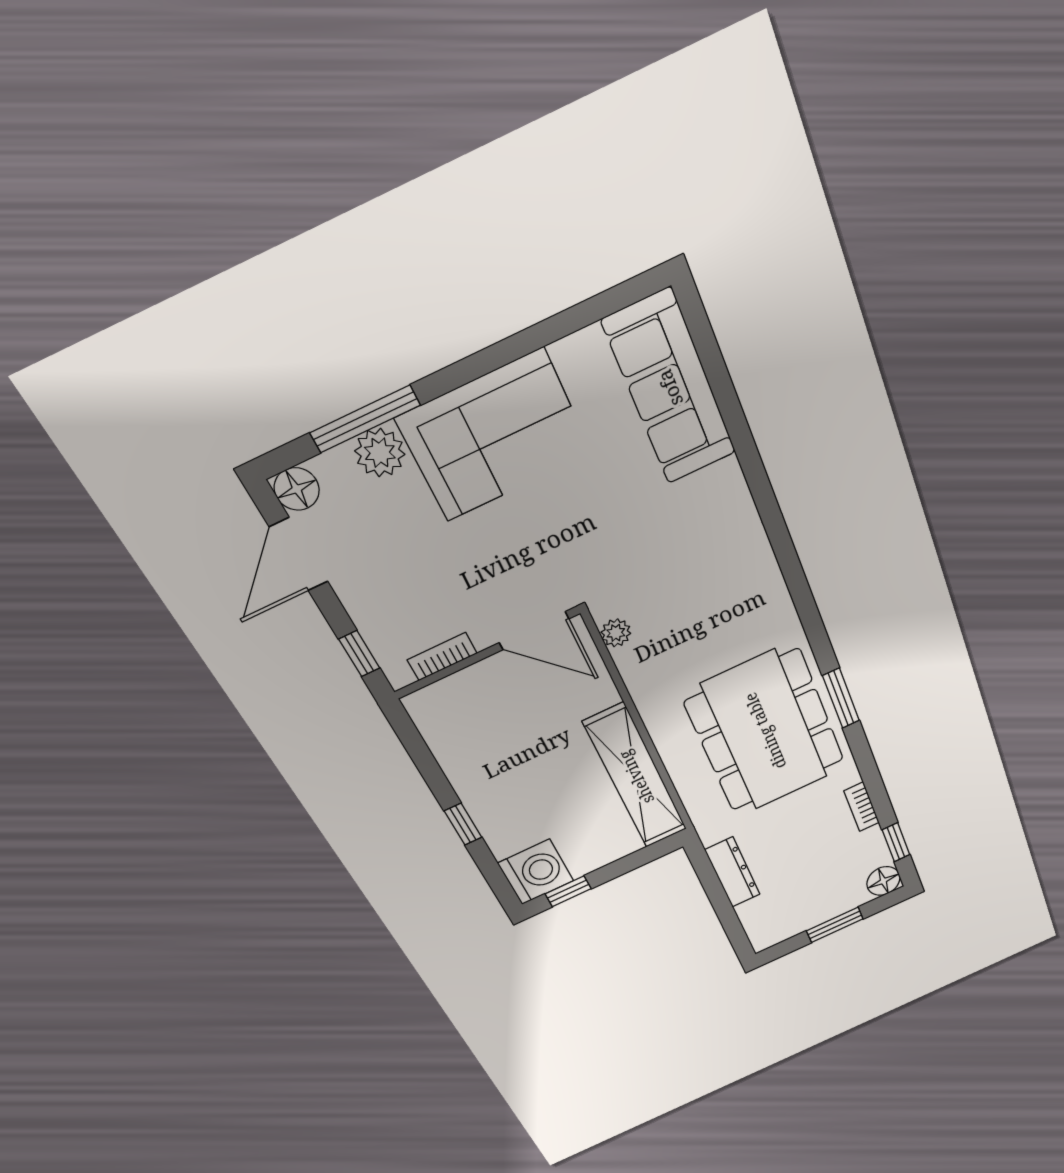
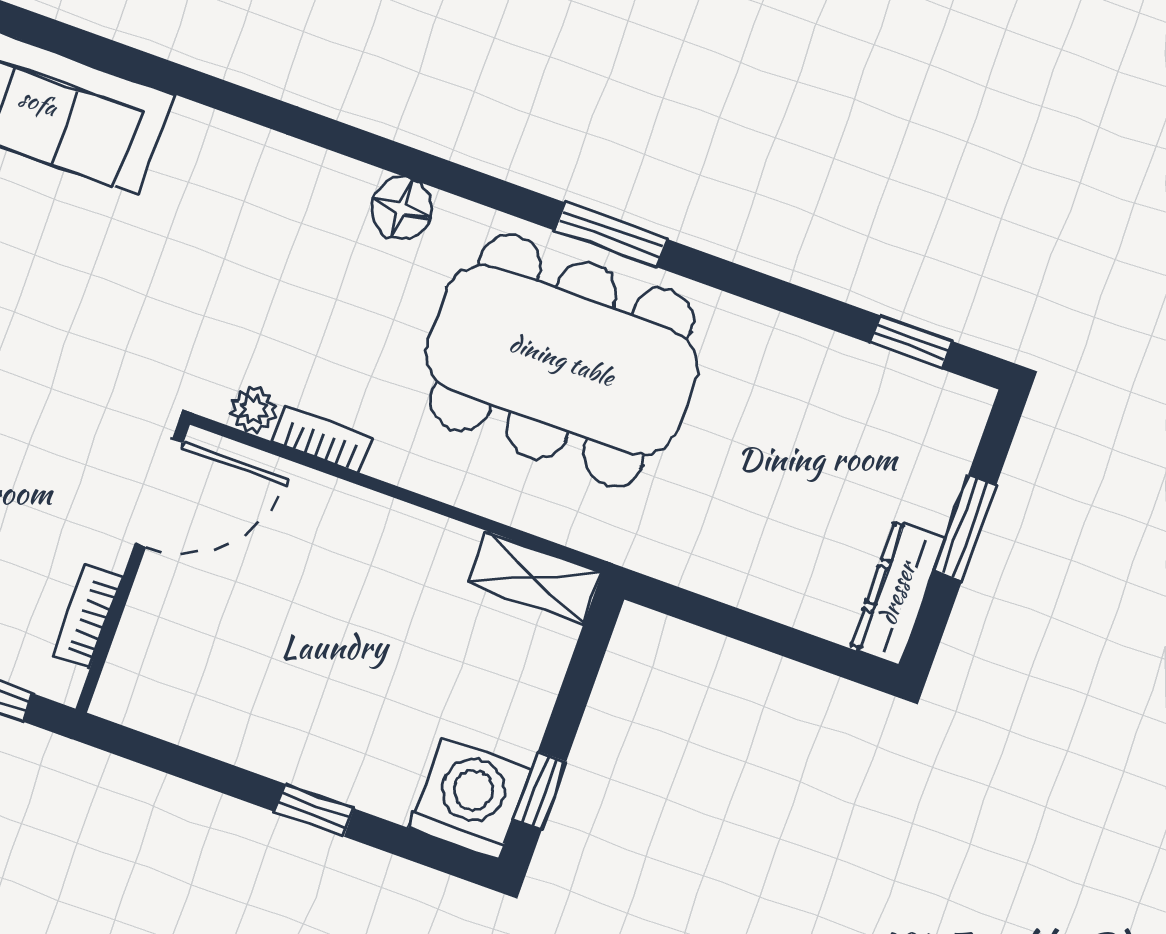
shelving: (636, 777) -> (535, 578), width x0.45, depth x0.75
bookcase: (862, 807) -> (322, 440), moved, turned 180
dresser: (733, 872) -> (897, 593), moved, turned -90
floor lamp: (883, 881) -> (401, 208), moved

